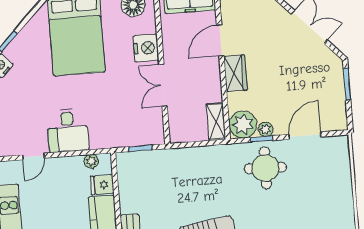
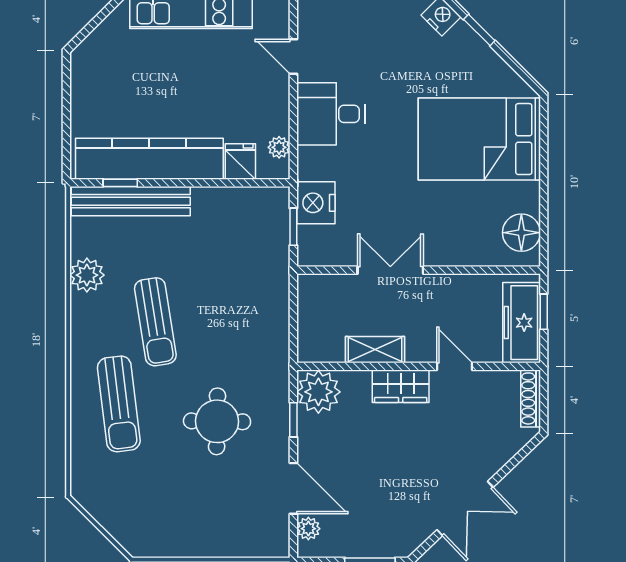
door: (220, 40) -> (454, 366), width x0.73
nightstand: (146, 48) -> (316, 203), moved, turned 90
shelving: (216, 122) -> (375, 350), moved
plant: (266, 129) -> (308, 529), moved
round table: (265, 168) -> (217, 421), moved

